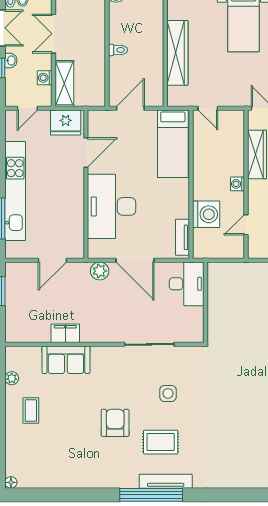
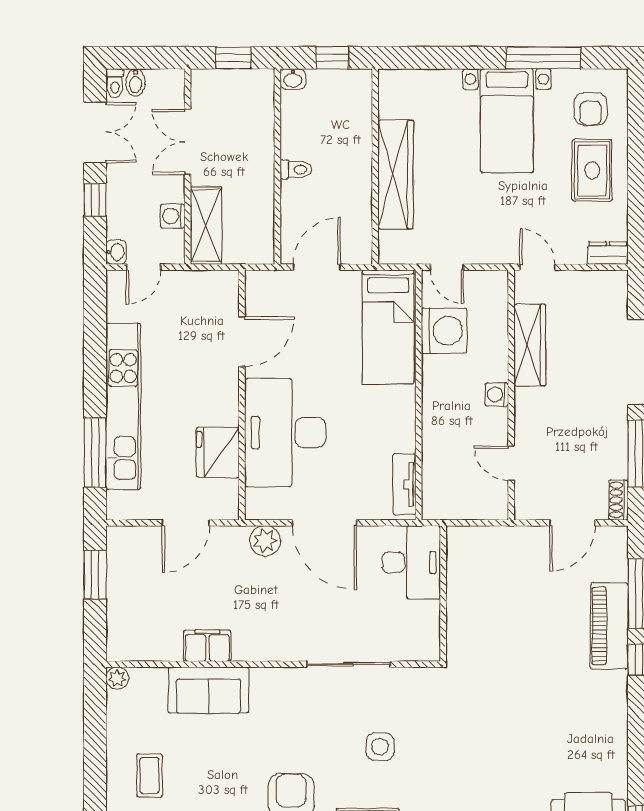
washbasin: (11, 60) -> (116, 252), moved
fridge: (66, 122) -> (218, 452), moved, turned 90
washing machine: (206, 214) -> (444, 331), moved
door: (246, 225) -> (511, 463), hinge flipped
plant: (12, 378) -> (117, 678), moved

